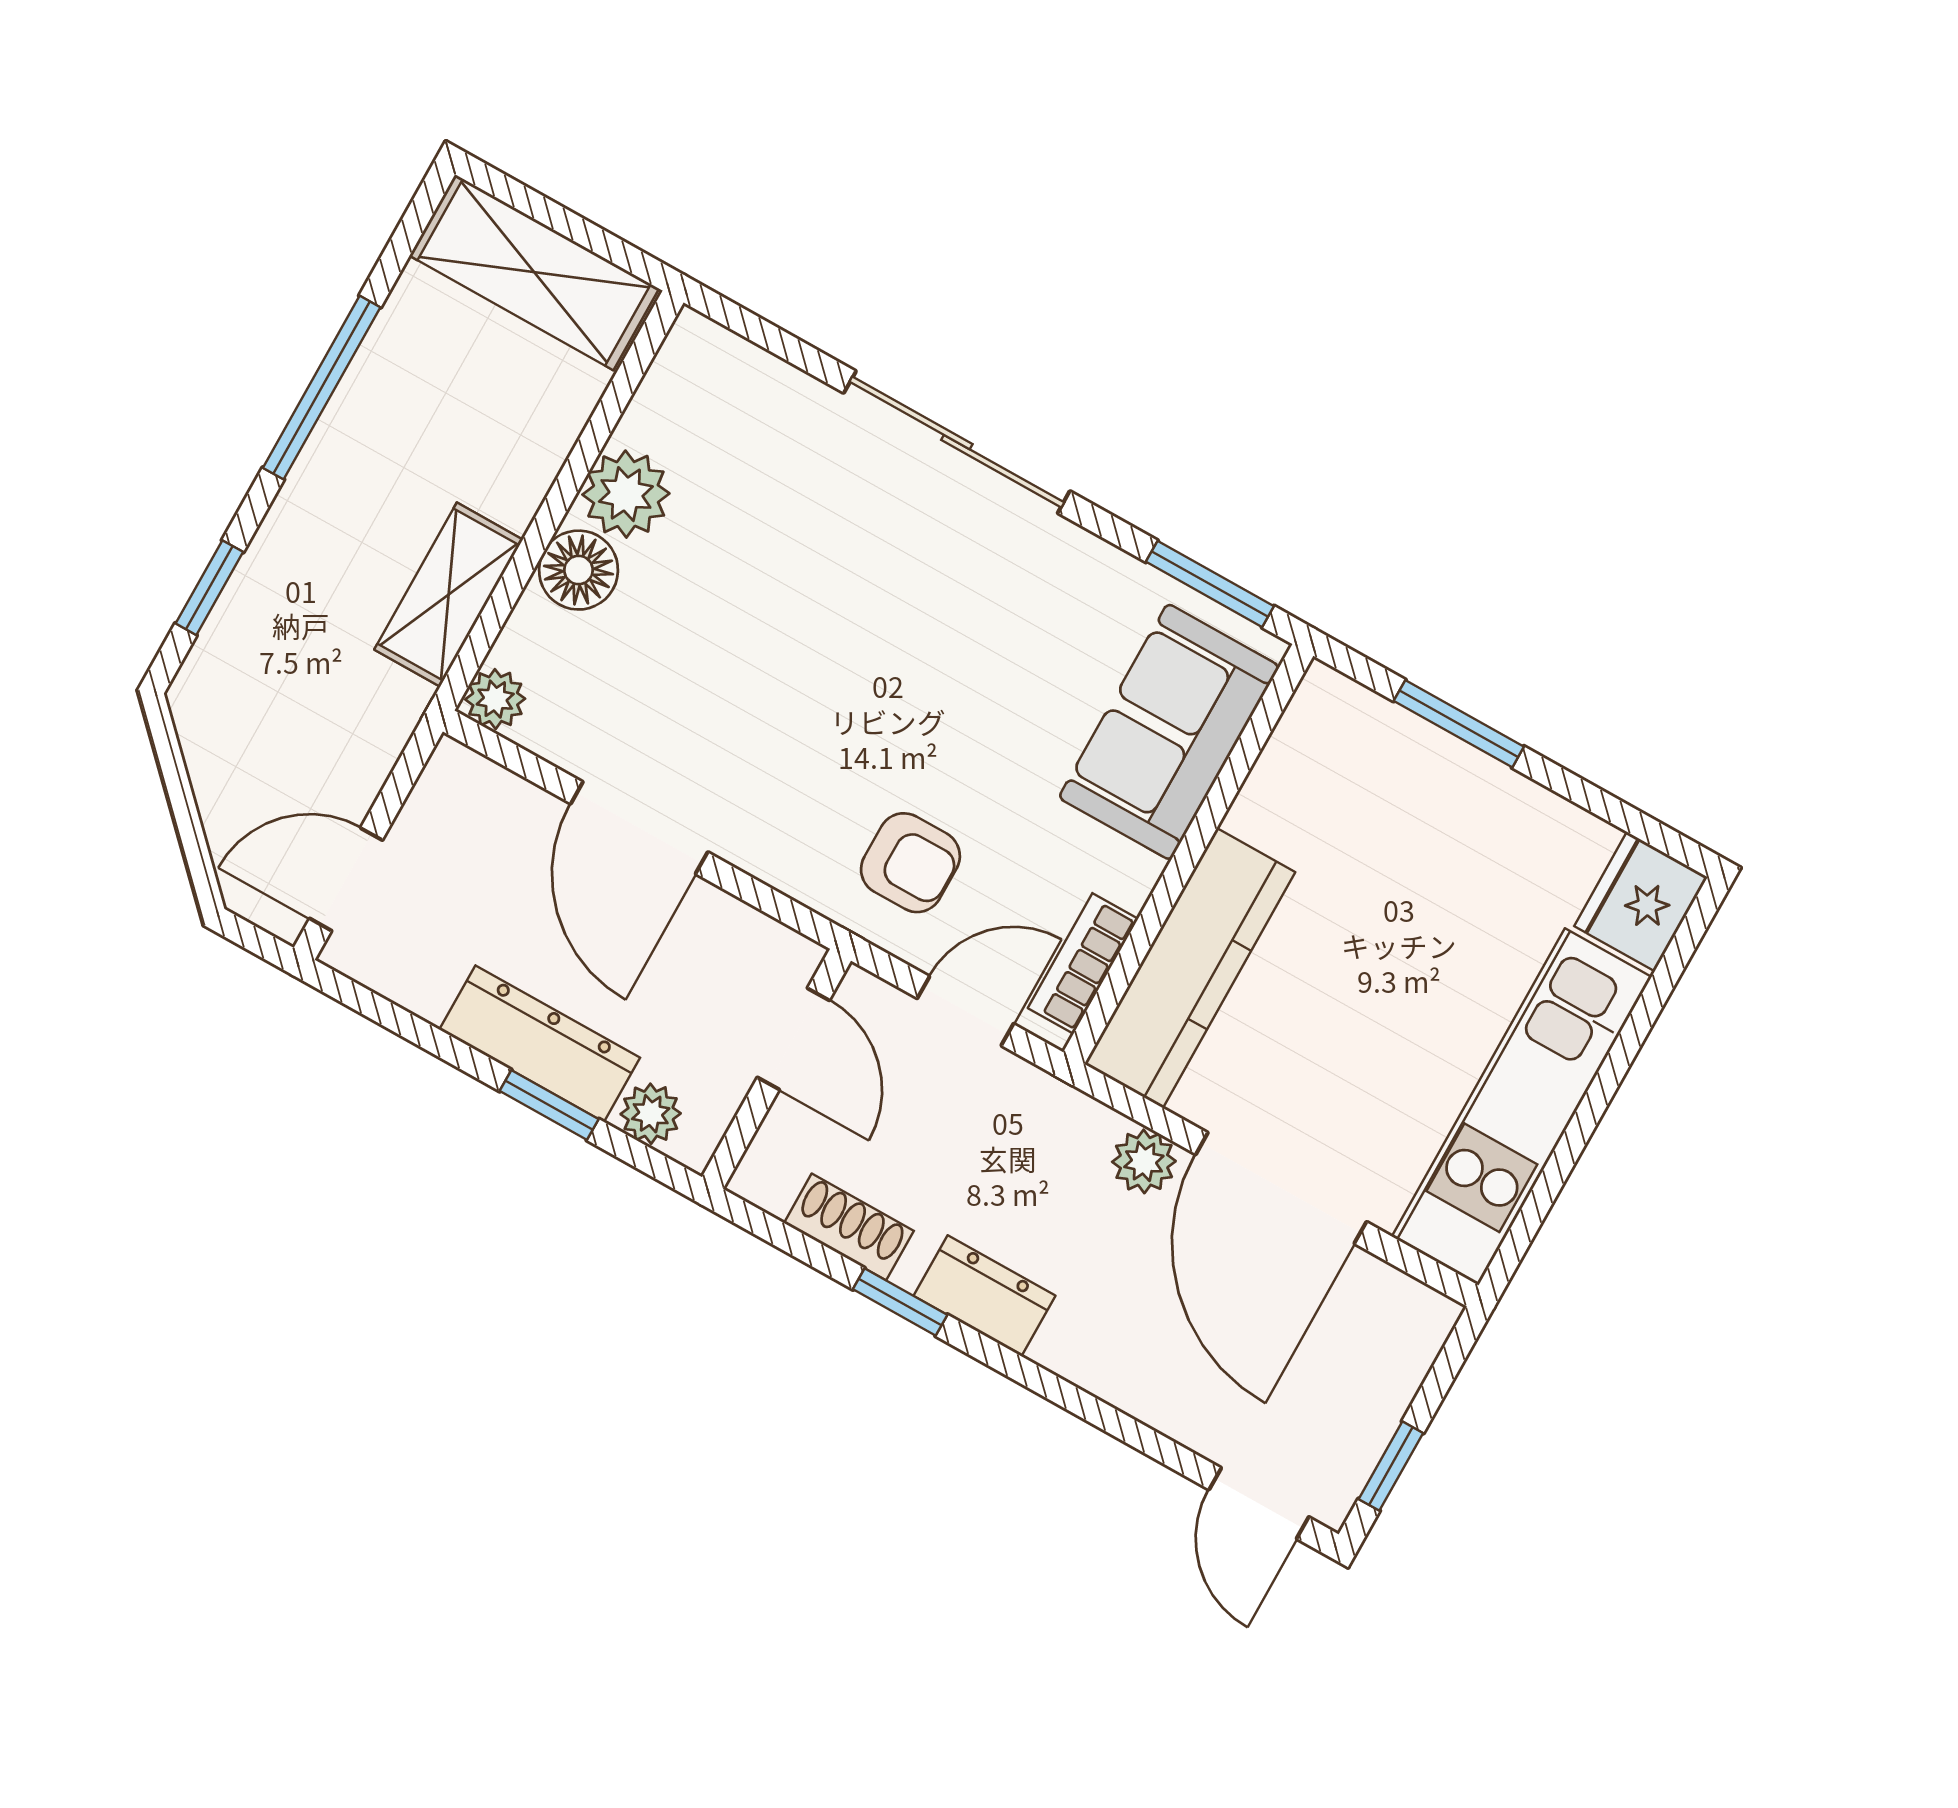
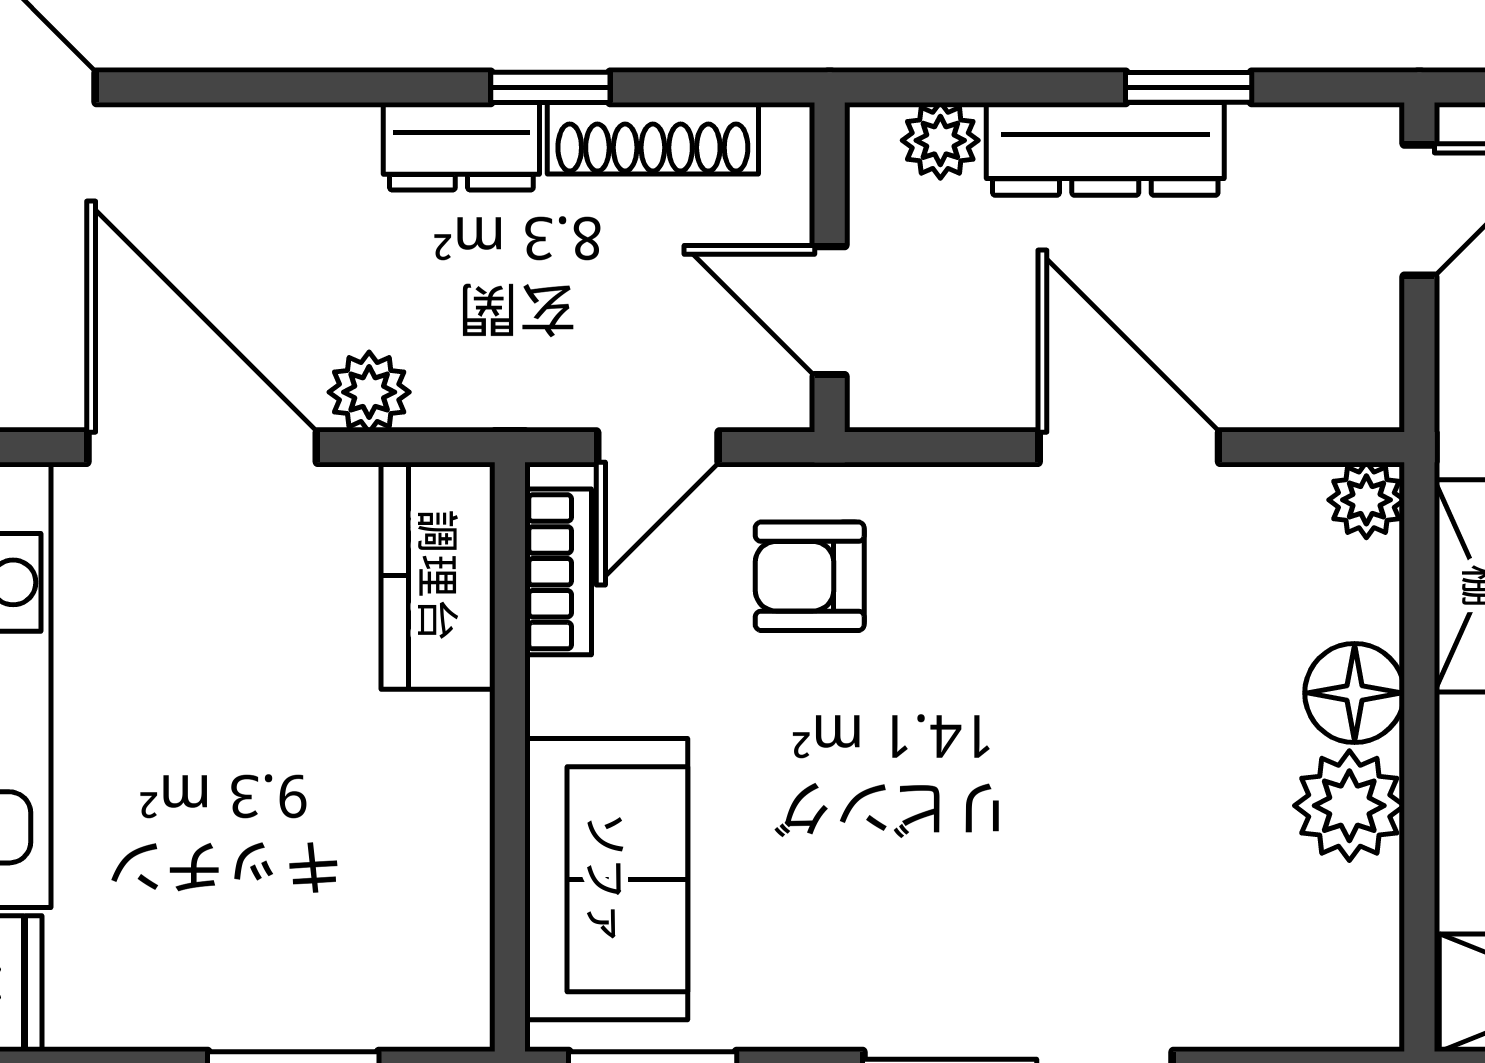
kitchen counter: (1190, 968) -> (438, 576), width x0.67
window: (549, 1105) -> (1189, 87), moved
shoe rack: (849, 1227) -> (653, 138), width x1.43

